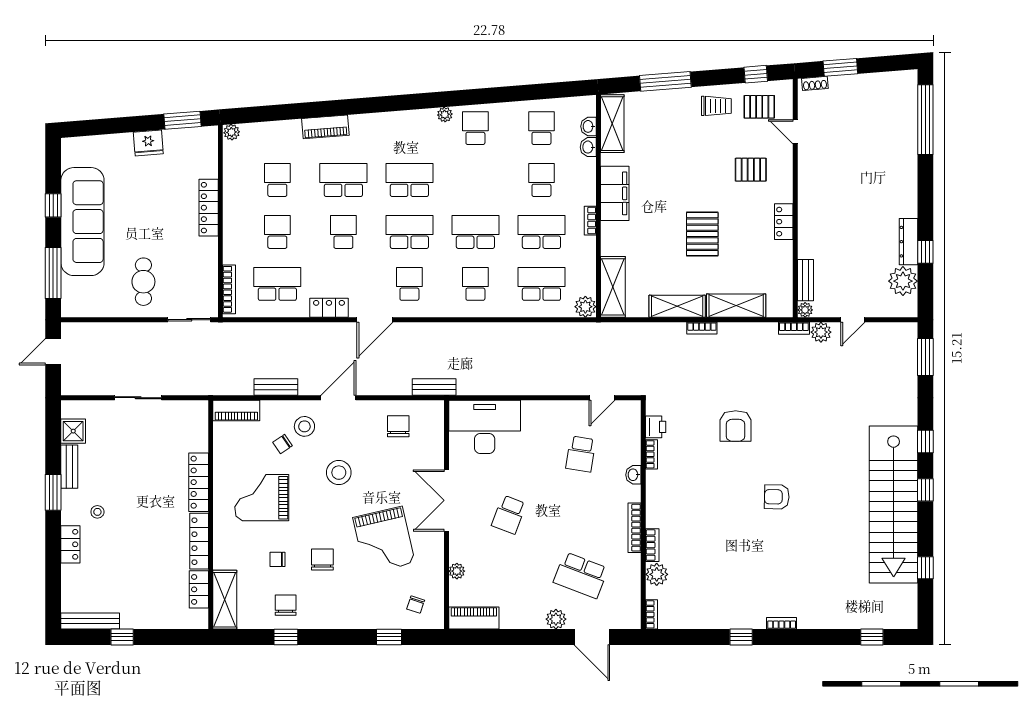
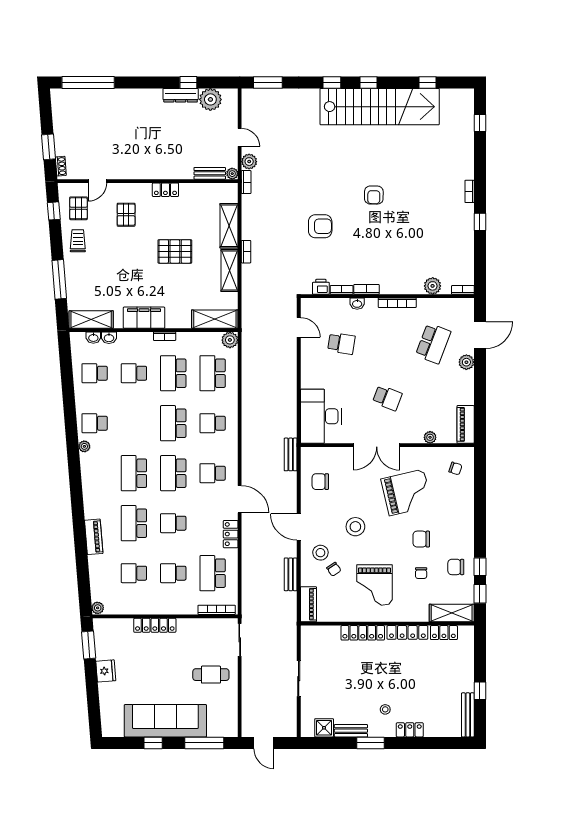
bookcase: (652, 545) -> (366, 289), moved
window: (389, 637) -> (480, 594), moved

